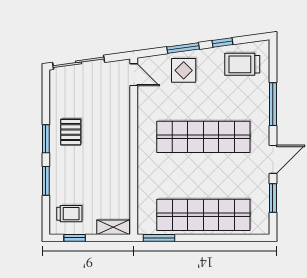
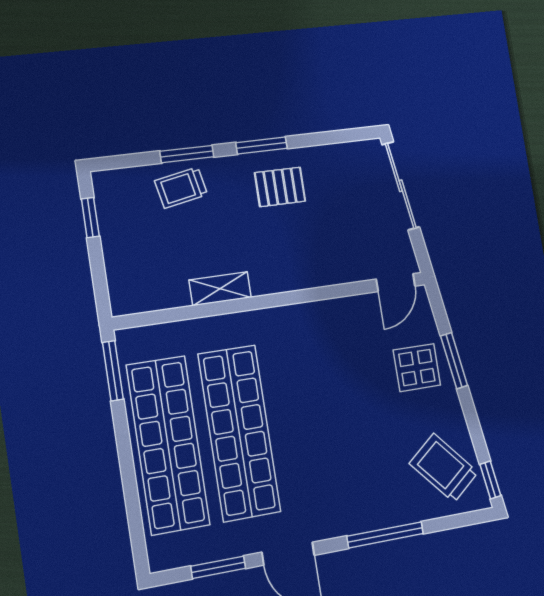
window: (222, 43) -> (490, 480), moved
trolley: (242, 64) -> (444, 468), turned -40
shop shelf: (203, 137) -> (239, 433), moved
trolley: (69, 214) -> (181, 188), moved, turned 79
shelving: (113, 227) -> (220, 289), moved, turned 90

